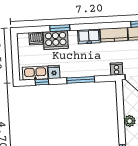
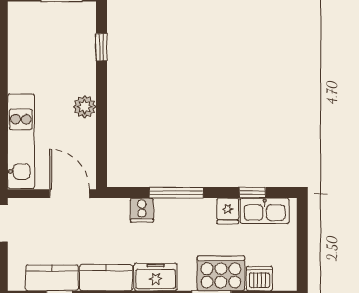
cooker: (116, 69) -> (142, 210), moved

